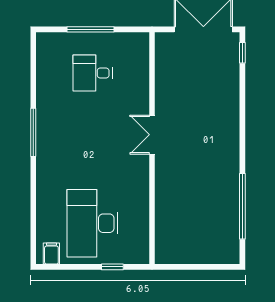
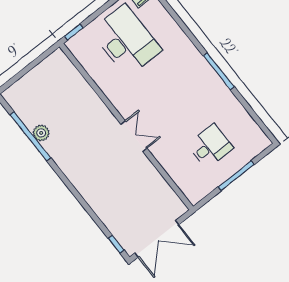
plant: (231, 202) -> (41, 133), added
window: (112, 267) -> (74, 32), moved

